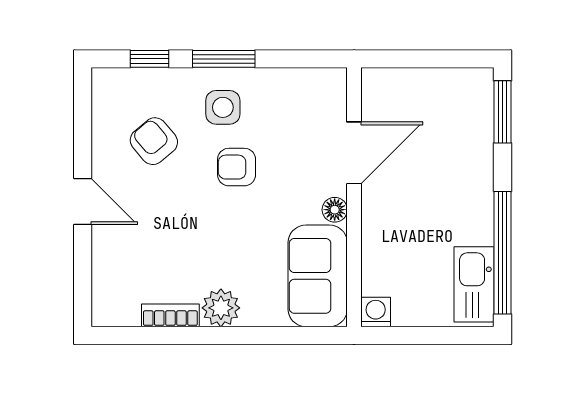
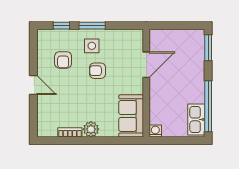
armchair: (154, 141) -> (63, 60), turned -140
floor lamp: (335, 210) -> (138, 88), removed

